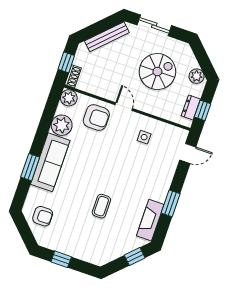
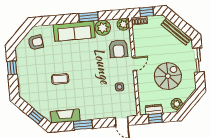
spiral stairs: (157, 72) -> (168, 76), turned -90
window: (30, 167) -> (88, 17), moved
armchair: (43, 216) -> (36, 42), turned -98

